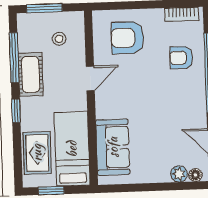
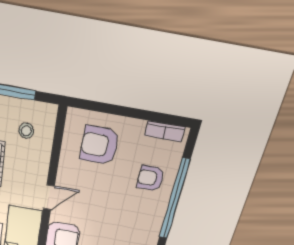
door: (90, 78) -> (49, 197), moved

